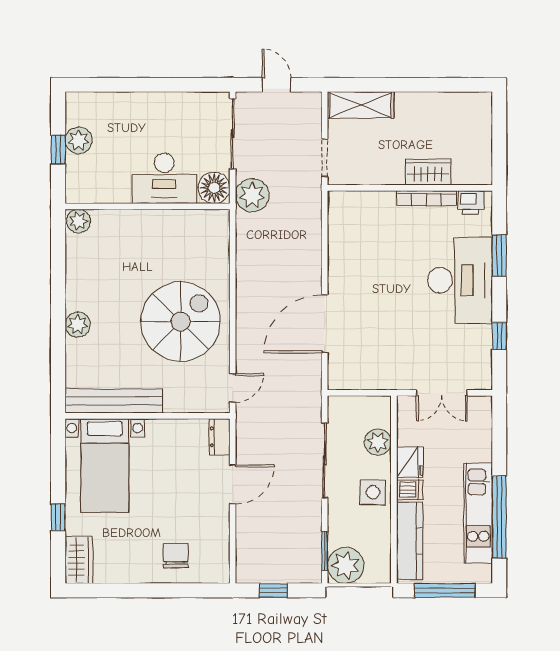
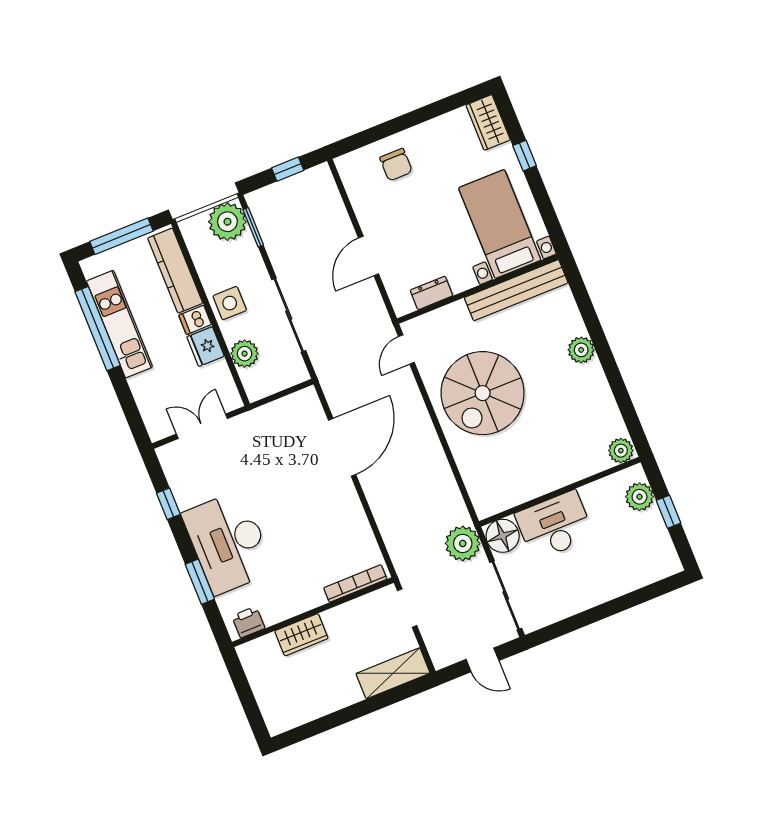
plant: (78, 140) -> (639, 497), moved
bookcase: (426, 198) -> (355, 583), moved
dresser: (220, 437) -> (432, 293), moved, turned -90

